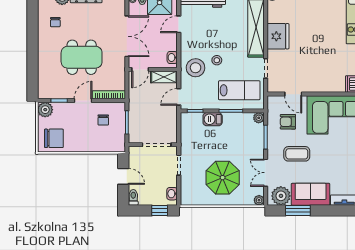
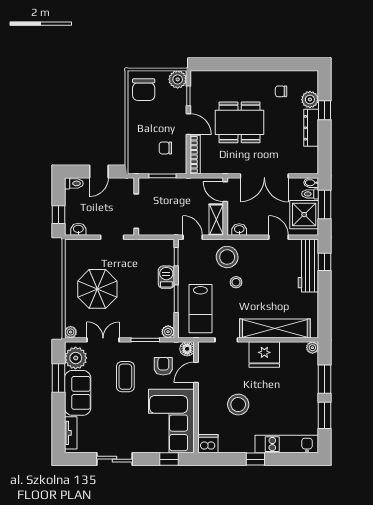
dining table: (82, 57) -> (240, 122), turned 90
stool: (320, 58) -> (238, 405), added
floor lamp: (273, 102) -> (187, 349), added

